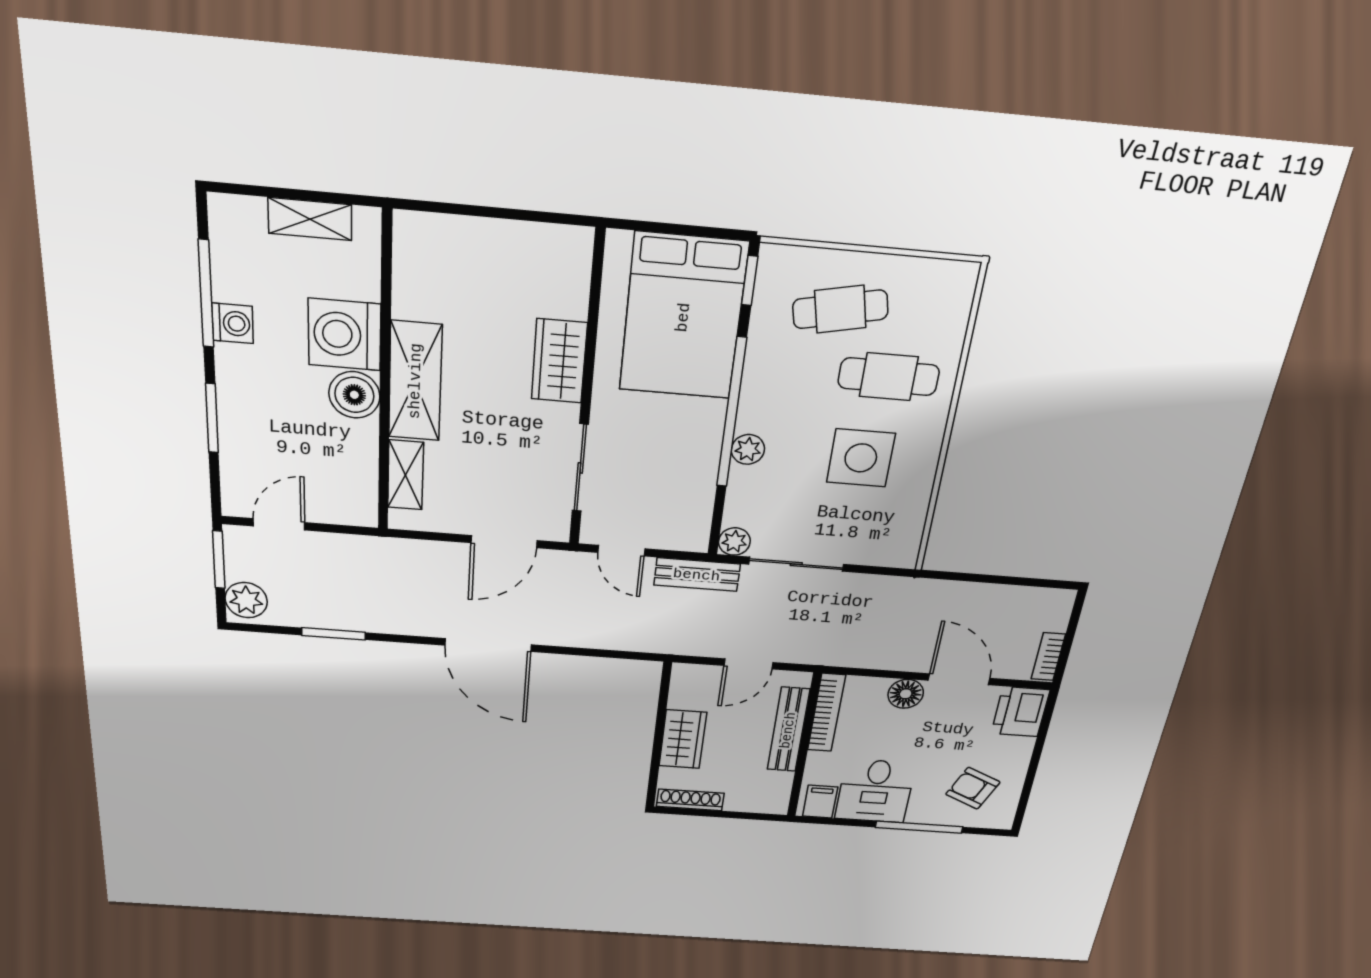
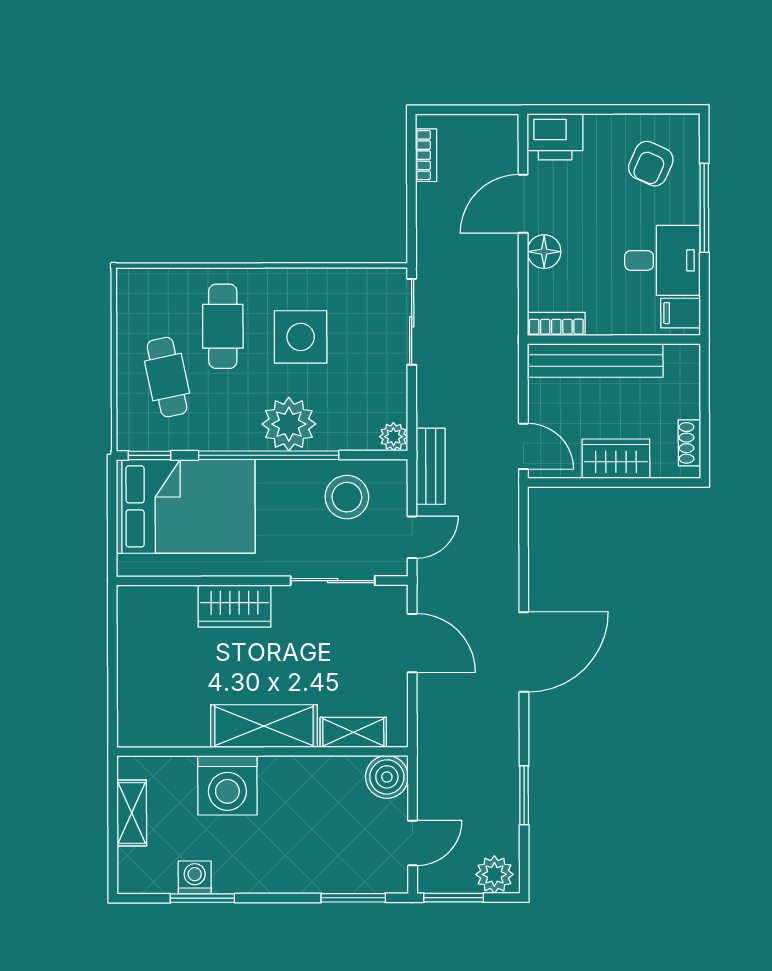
window: (206, 294) -> (202, 898), width x0.69
washing machine: (233, 323) -> (195, 877), moved
boiler: (354, 395) -> (387, 777), moved
window: (212, 418) -> (353, 898), moved
plant: (748, 449) -> (289, 424), width x1.88, depth x1.88
stool: (673, 490) -> (347, 497), added
door: (279, 524) -> (413, 843), swing flipped
sliding door: (796, 564) -> (412, 322), moved
bookcase: (1048, 657) -> (426, 155), moved, turned -90
door: (748, 664) -> (523, 446), moved
bookcase: (827, 713) -> (556, 324), width x0.64
bench: (788, 730) -> (596, 361), width x1.37, depth x1.21
shoe rack: (690, 800) -> (689, 443), width x0.70

